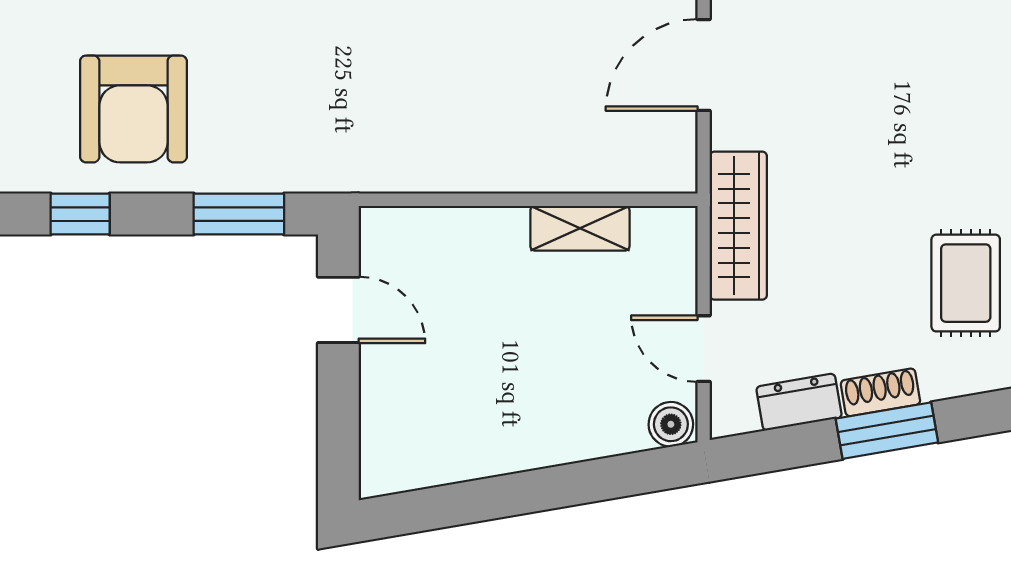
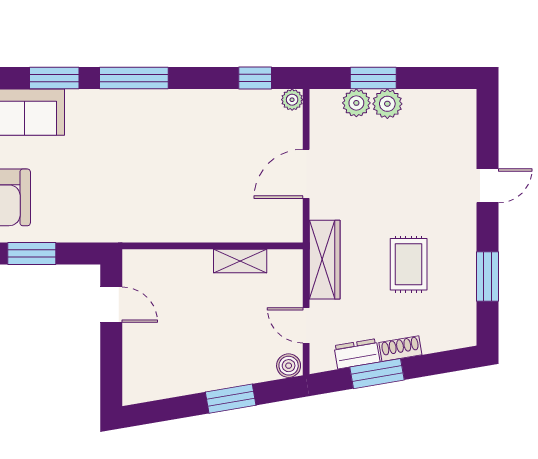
window: (239, 214) -> (32, 253), moved
rug: (966, 283) -> (409, 264), moved
window: (887, 431) -> (377, 374), moved
window: (562, 486) -> (231, 399), added

